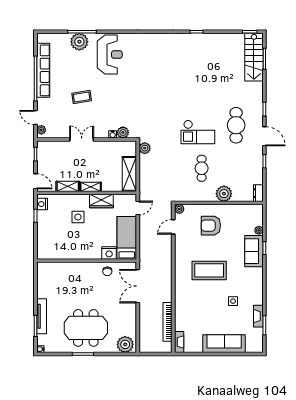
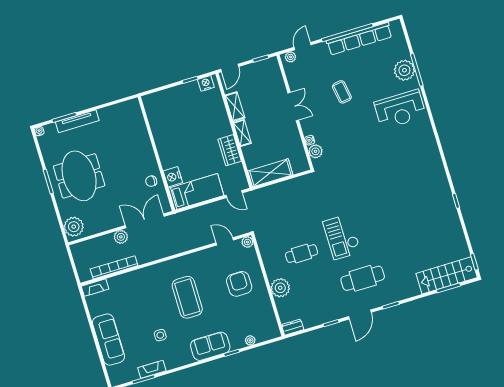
plant: (145, 148) -> (121, 237), moved
side table: (78, 217) -> (203, 129), removed
sofa: (254, 251) -> (210, 346), moved

